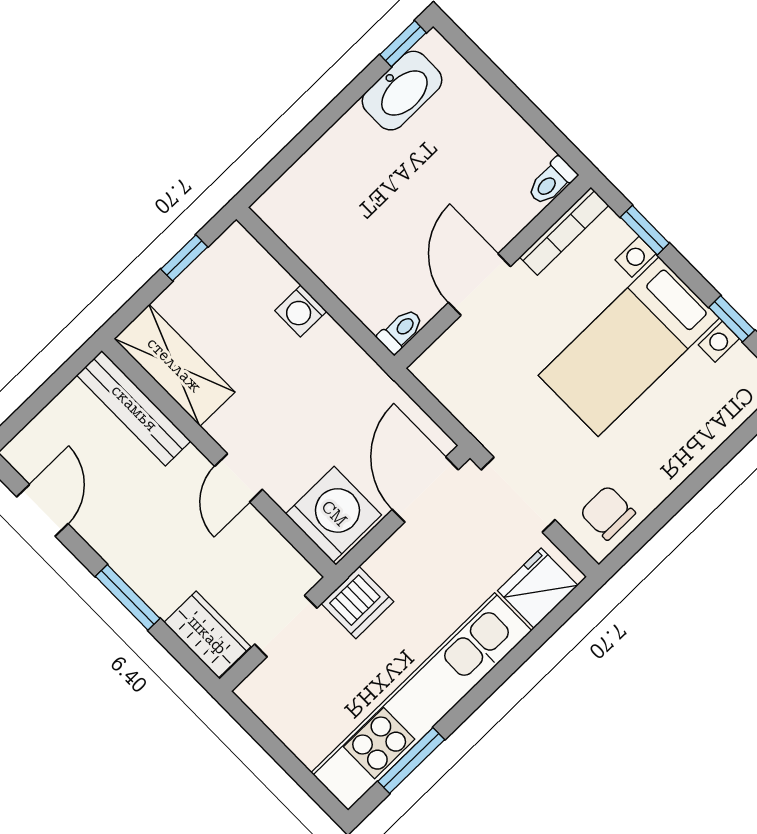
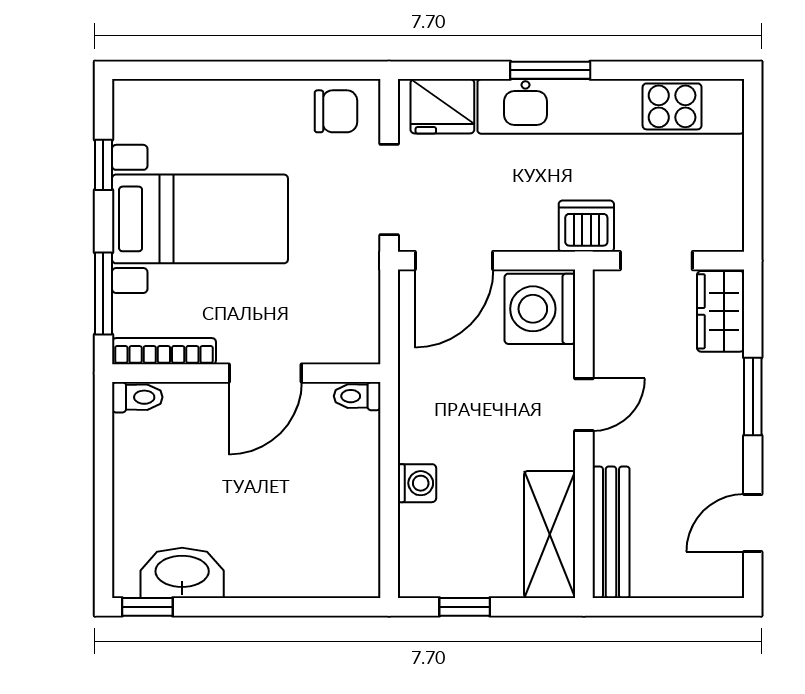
window: (645, 230) -> (103, 294), width x1.50
chair: (608, 513) -> (336, 111), turned -90
window: (411, 761) -> (550, 70), moved

